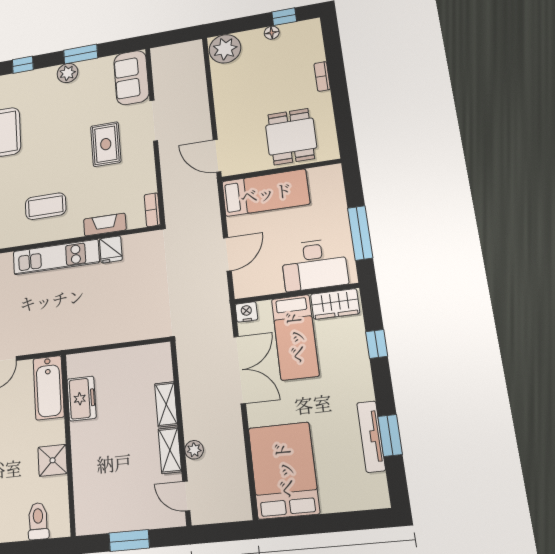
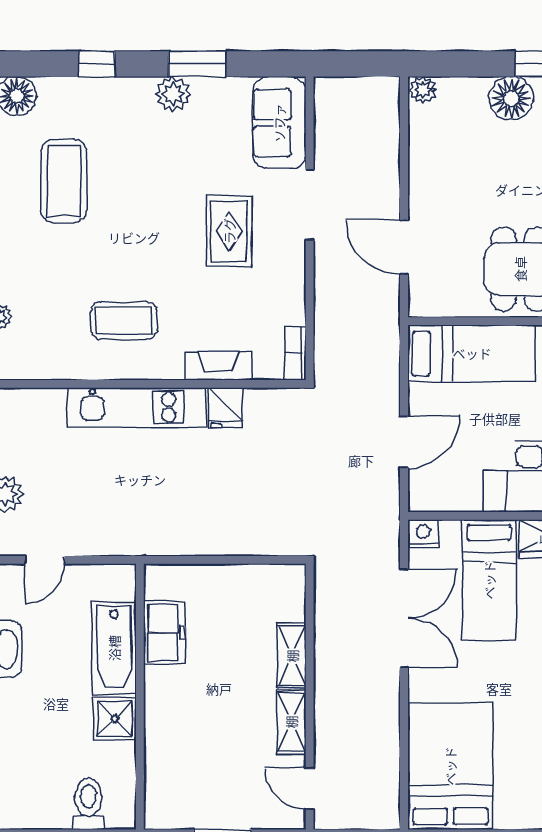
floor lamp: (272, 33) -> (511, 98), width x1.89, depth x1.89
plant: (225, 49) -> (423, 90), width x0.53, depth x0.53
door: (217, 156) -> (404, 247), moved
bathtub: (49, 388) -> (114, 648), moved
plant: (194, 450) -> (327, 725), removed

